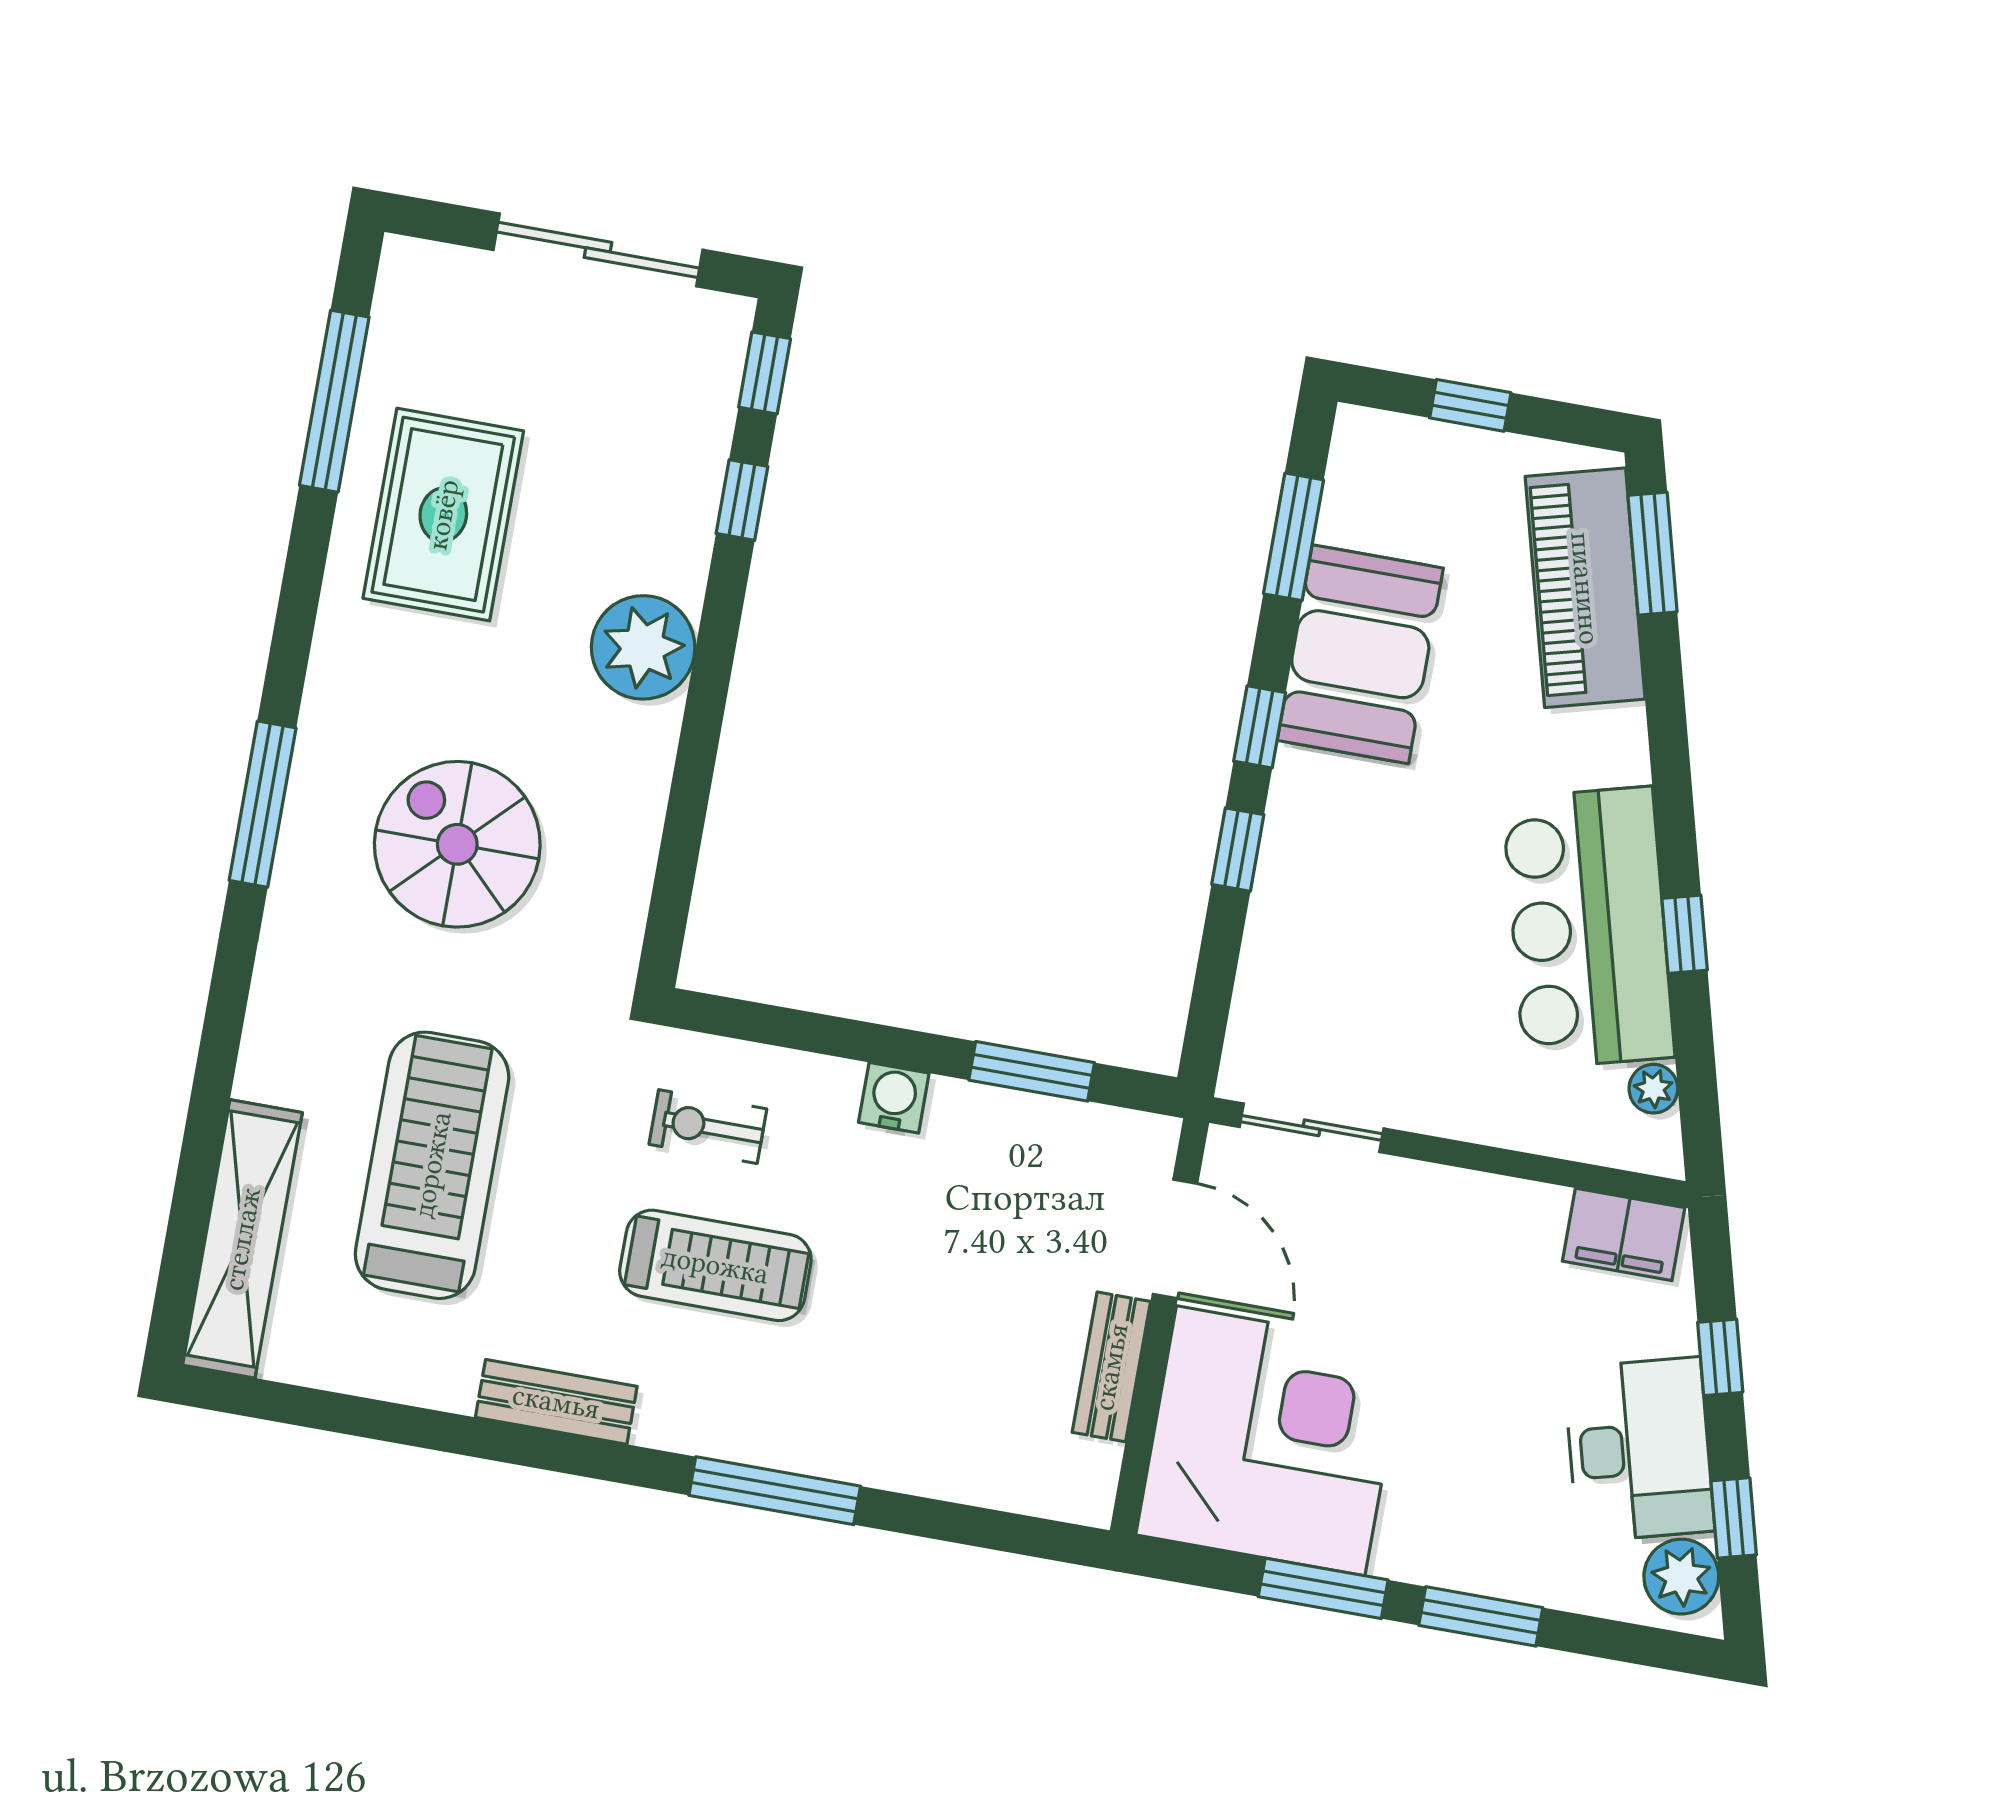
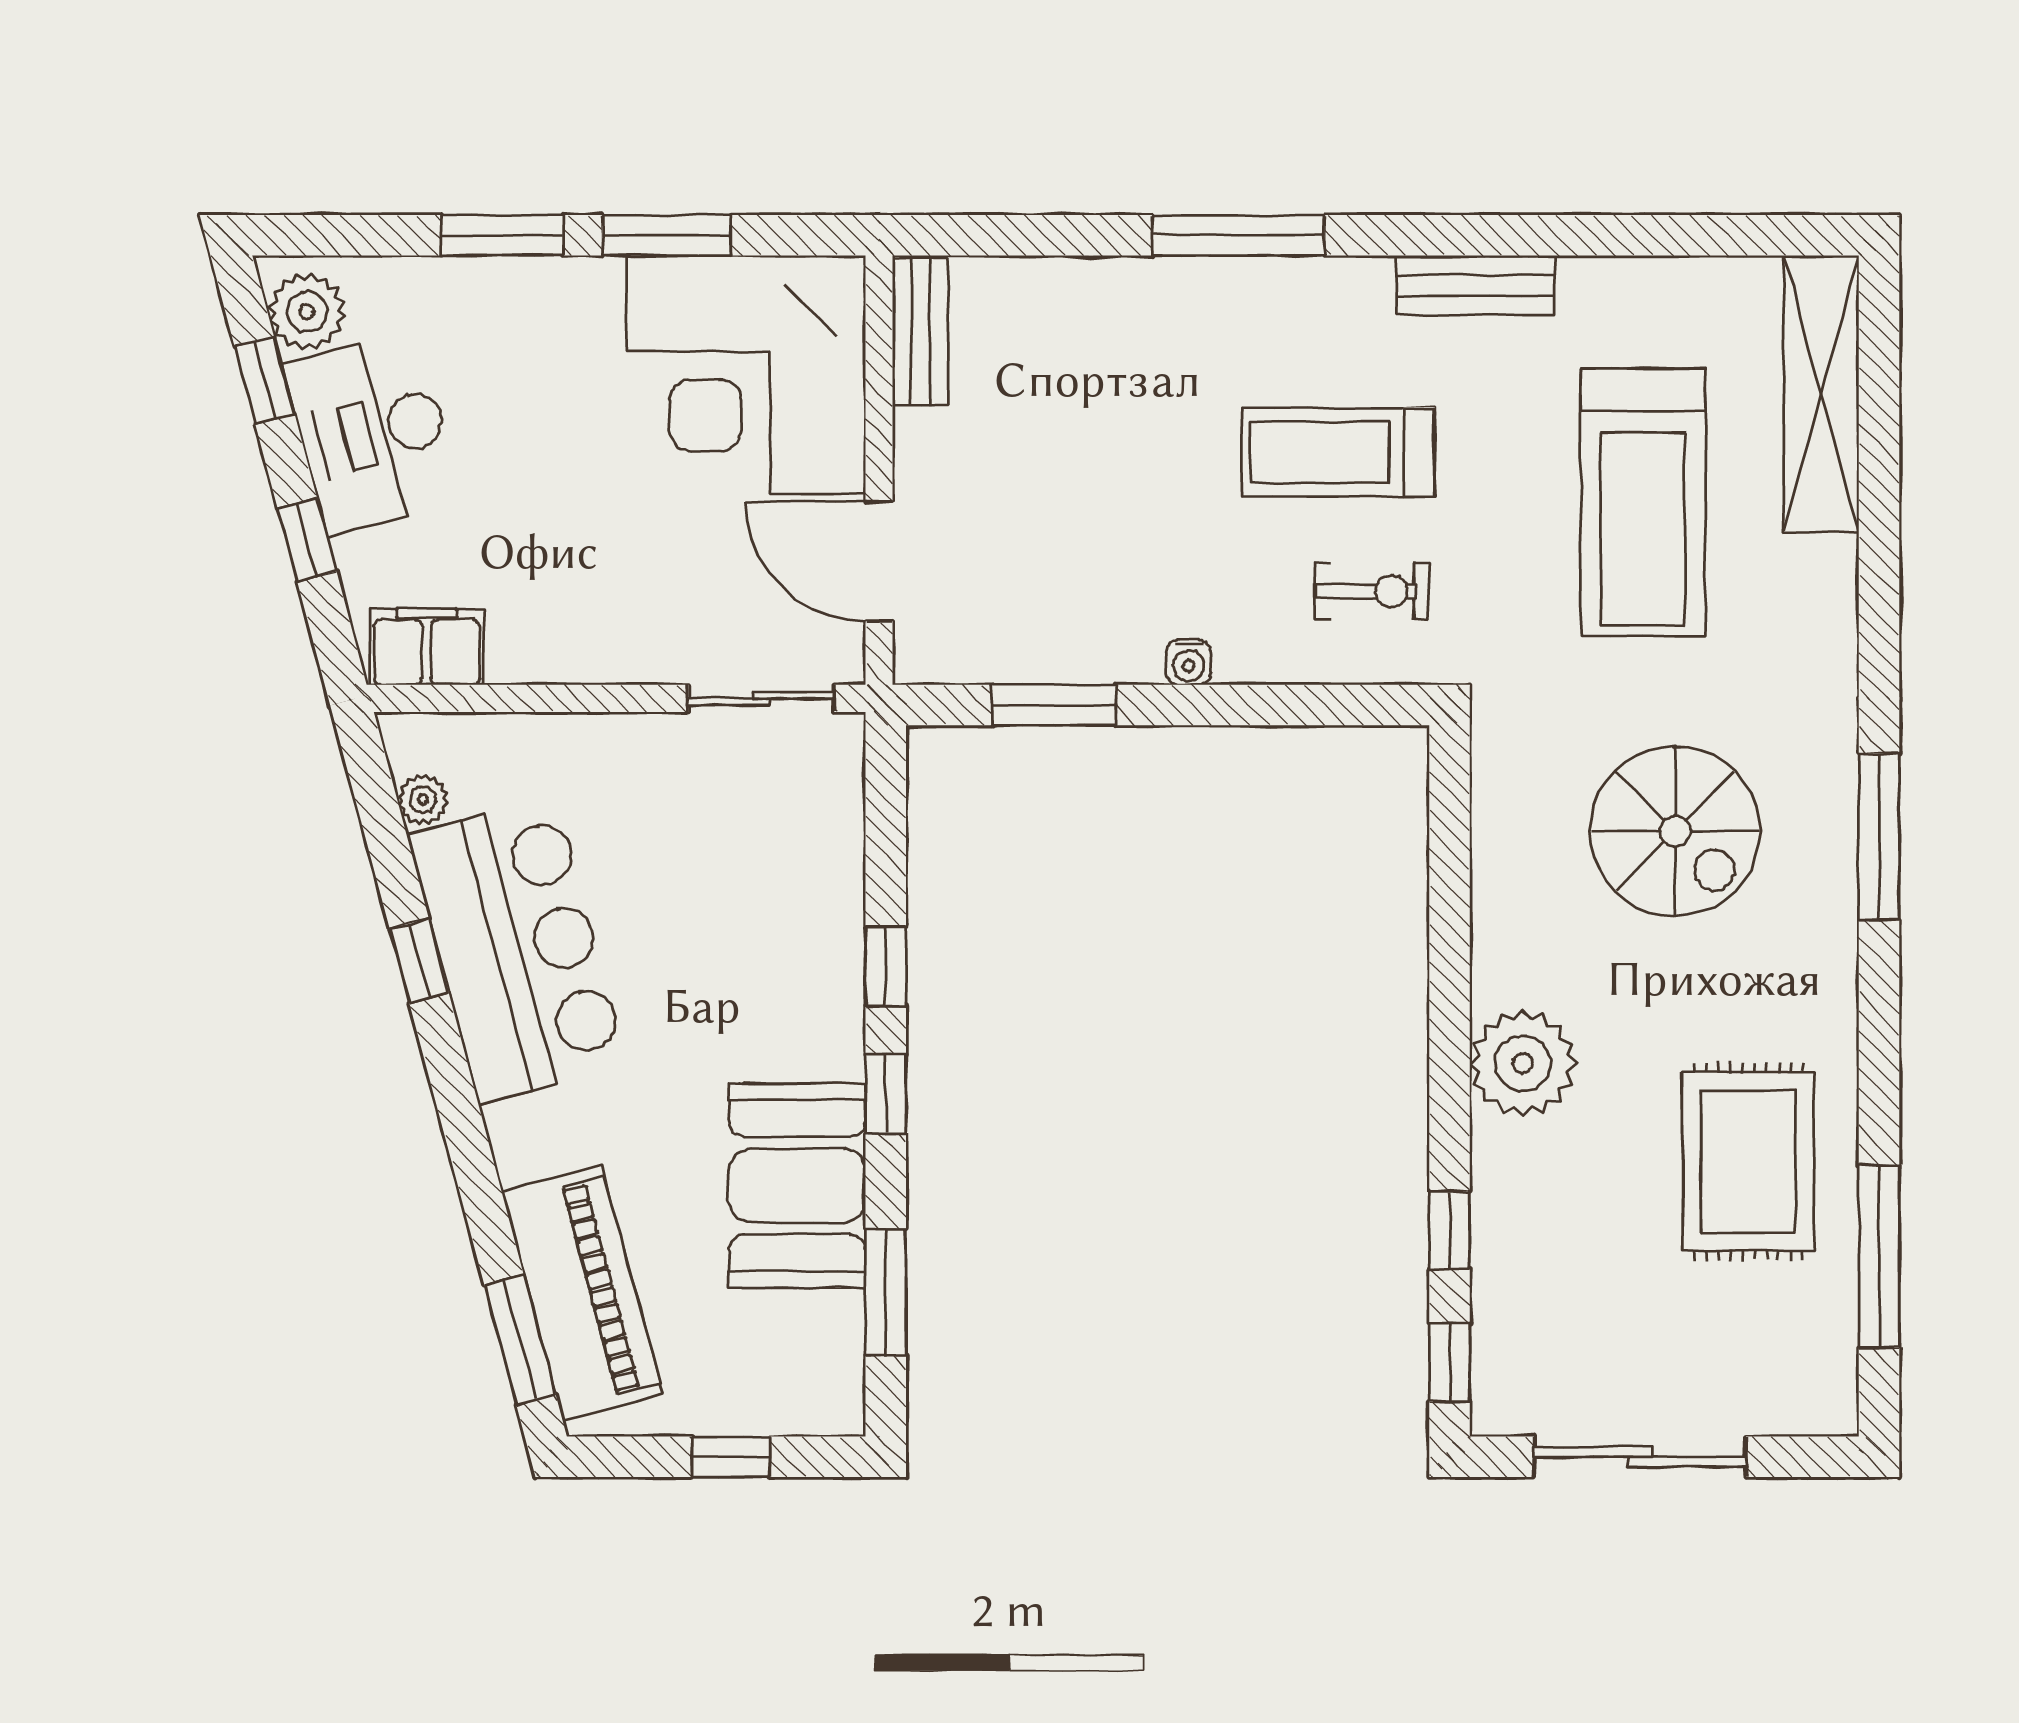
water cooler: (894, 1098) -> (1189, 662), width x0.72, depth x0.72
bench: (1111, 1367) -> (920, 332), moved

